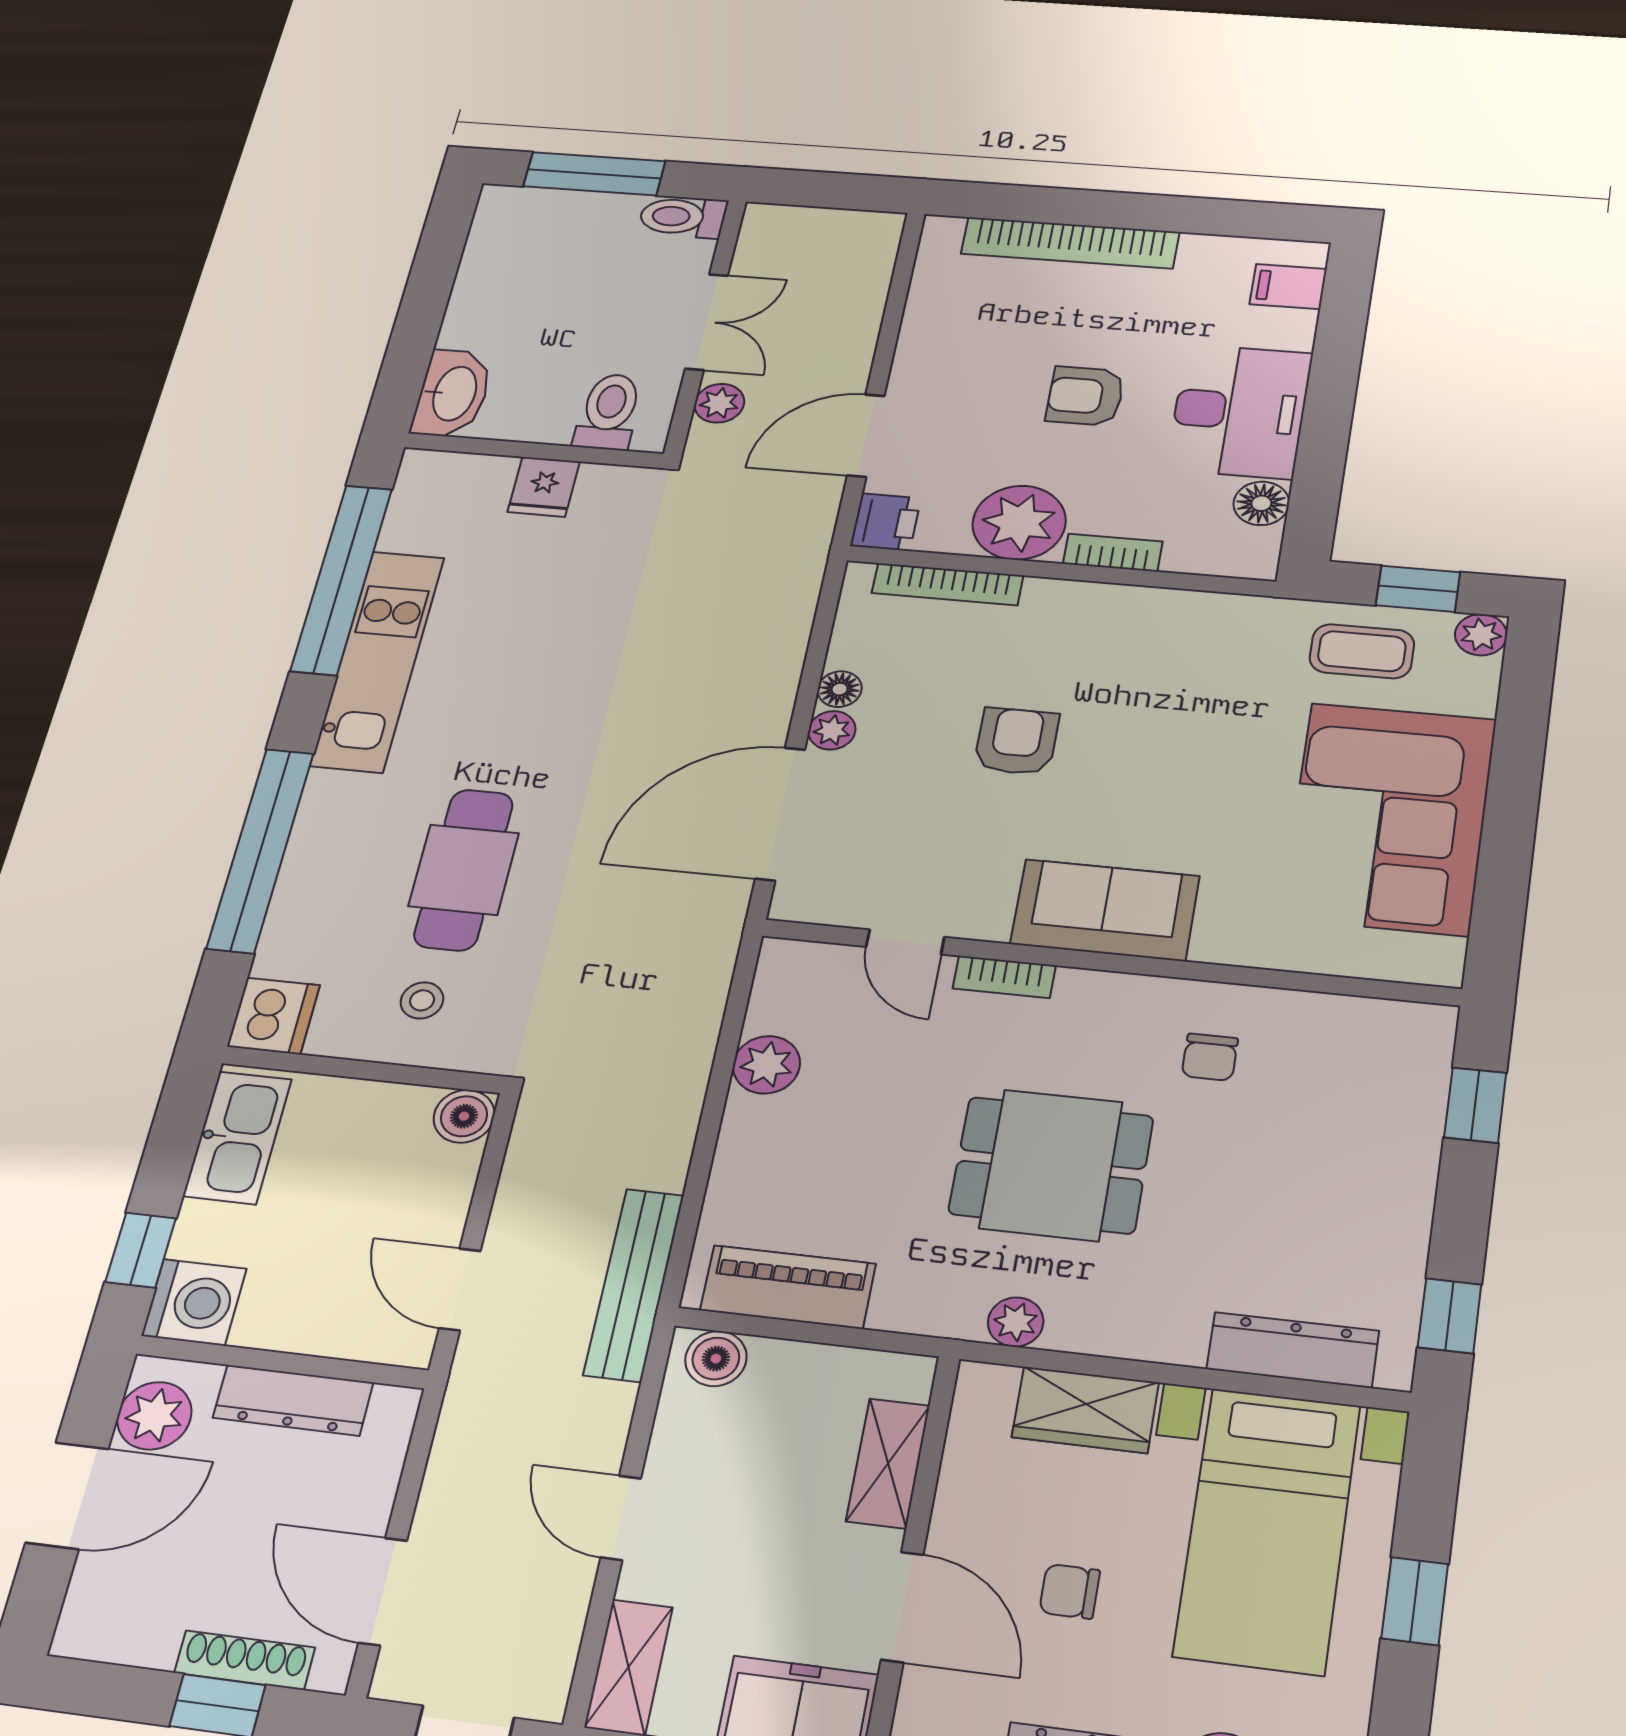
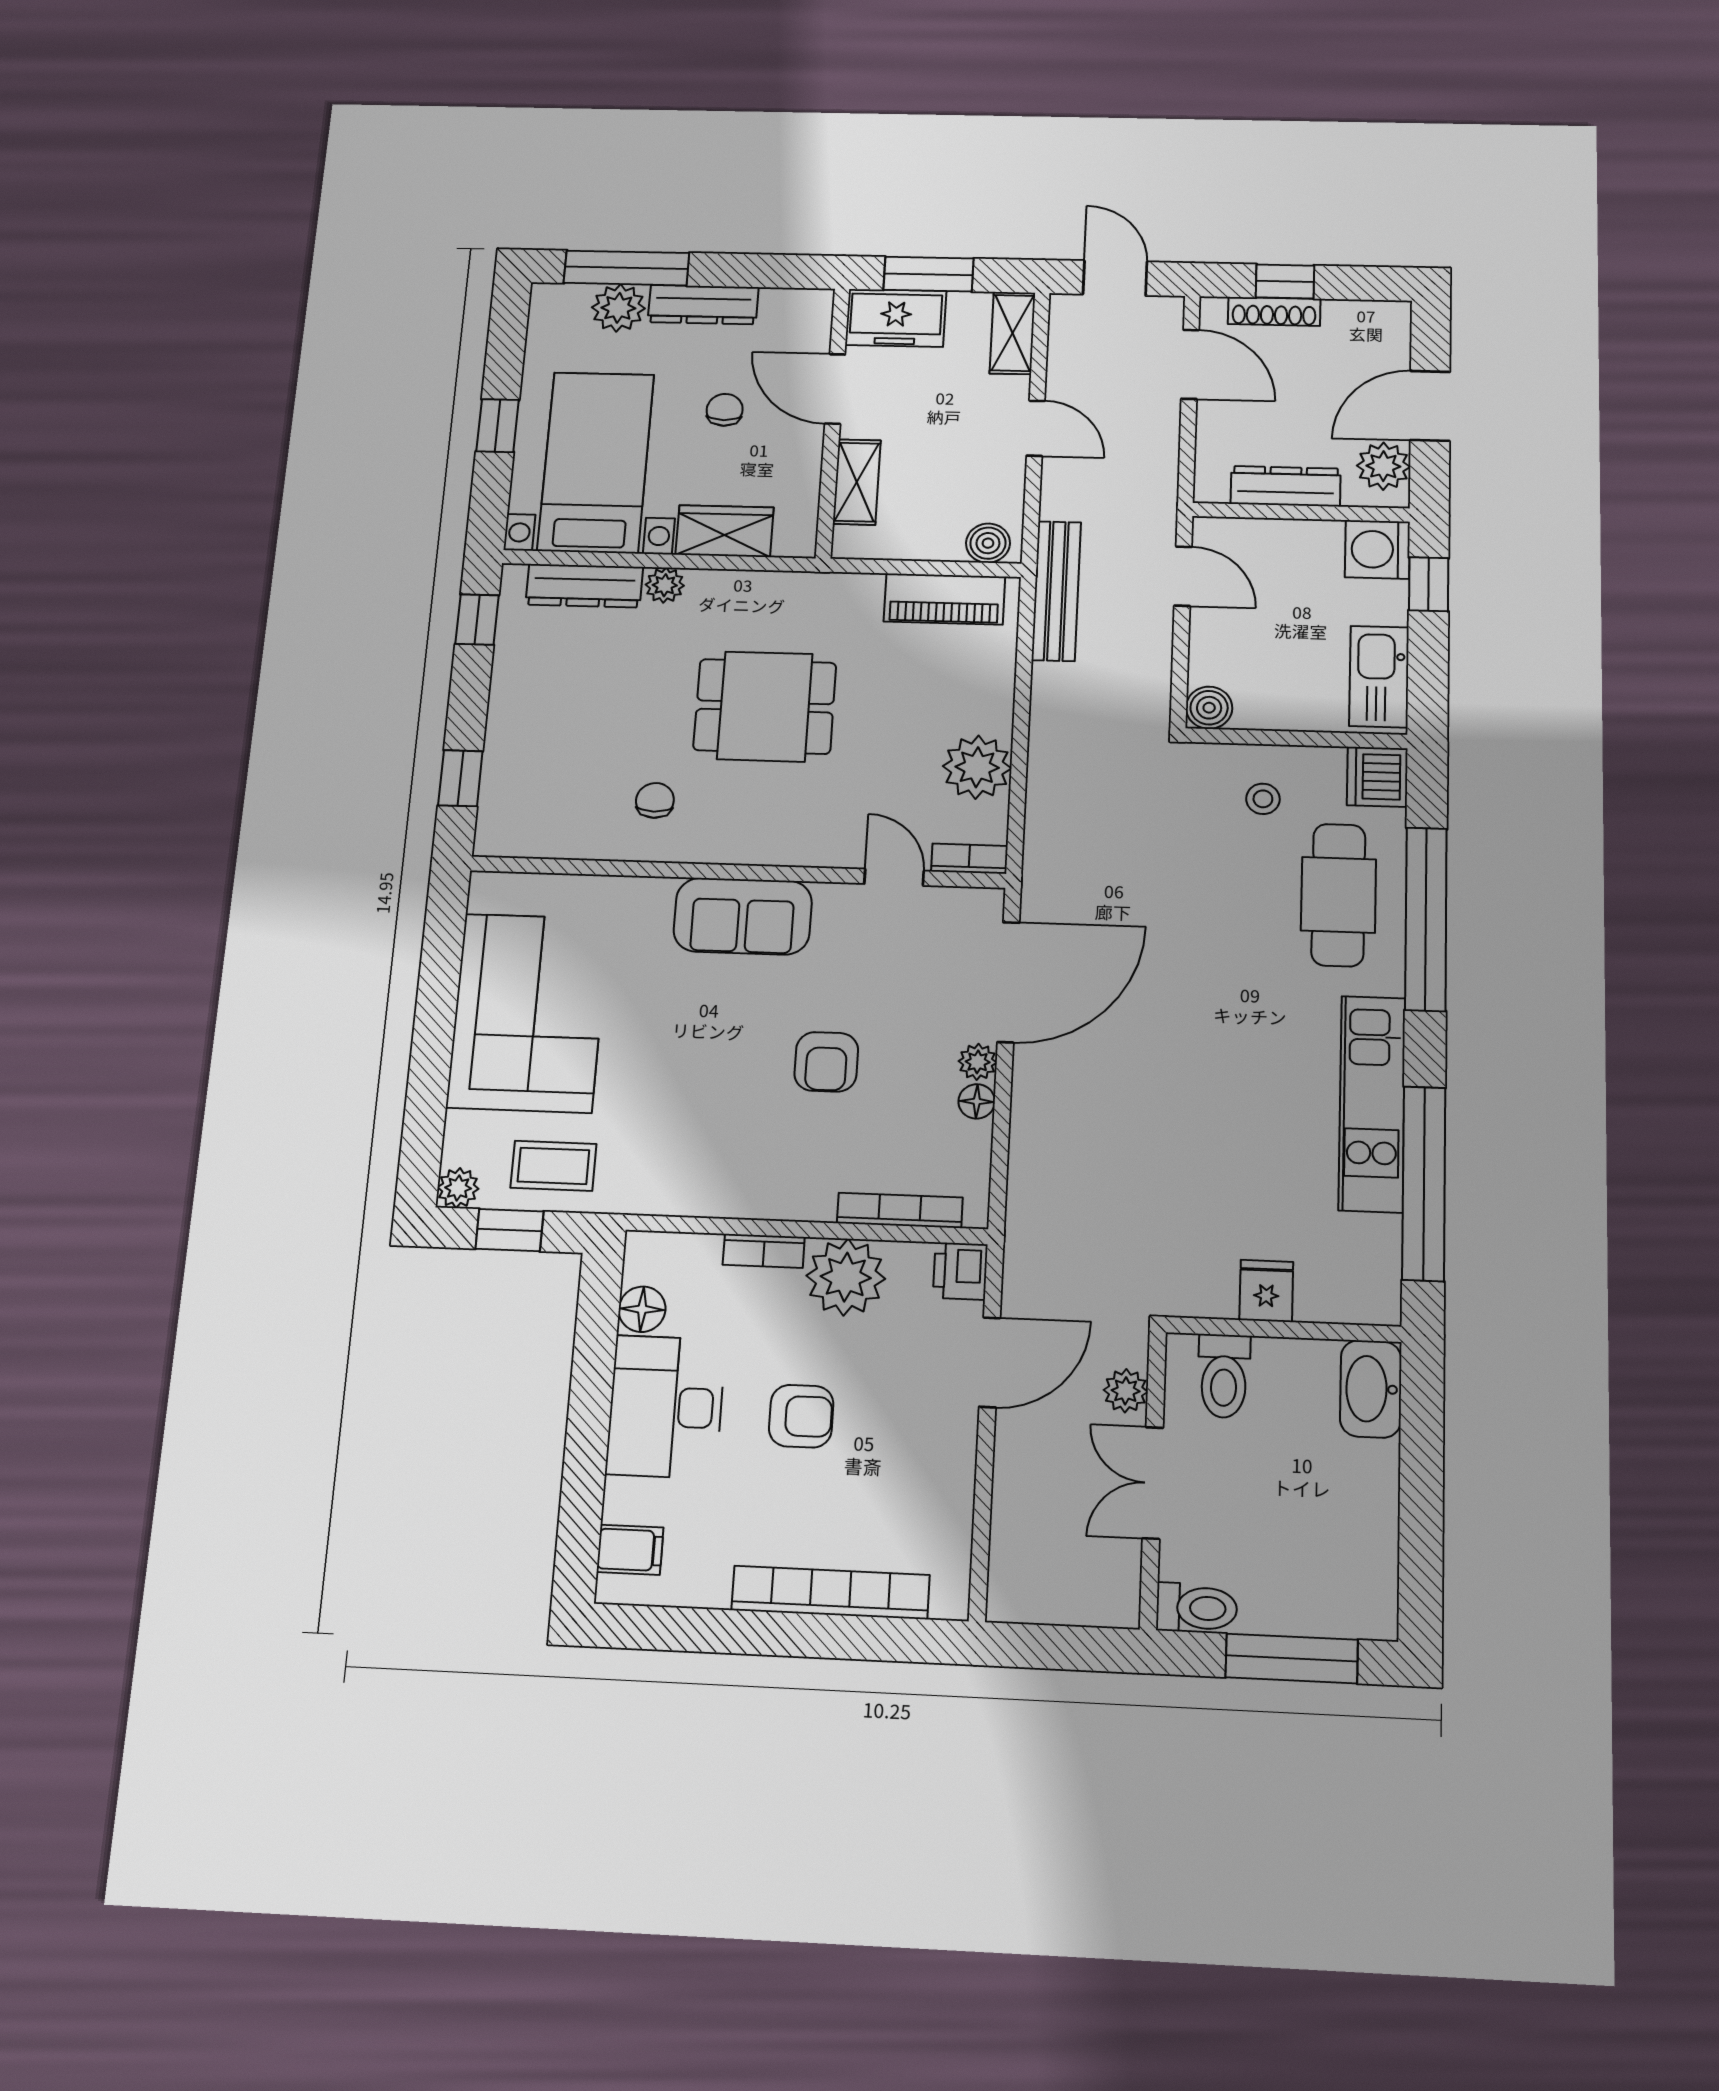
cafe table: (464, 870) -> (1338, 895), moved
bookcase: (1004, 977) -> (969, 859), moved
plant: (767, 1065) -> (977, 767), width x1.36, depth x1.36
plant: (1016, 1322) -> (665, 585), moved
chair: (1070, 1591) -> (725, 410), turned -90

